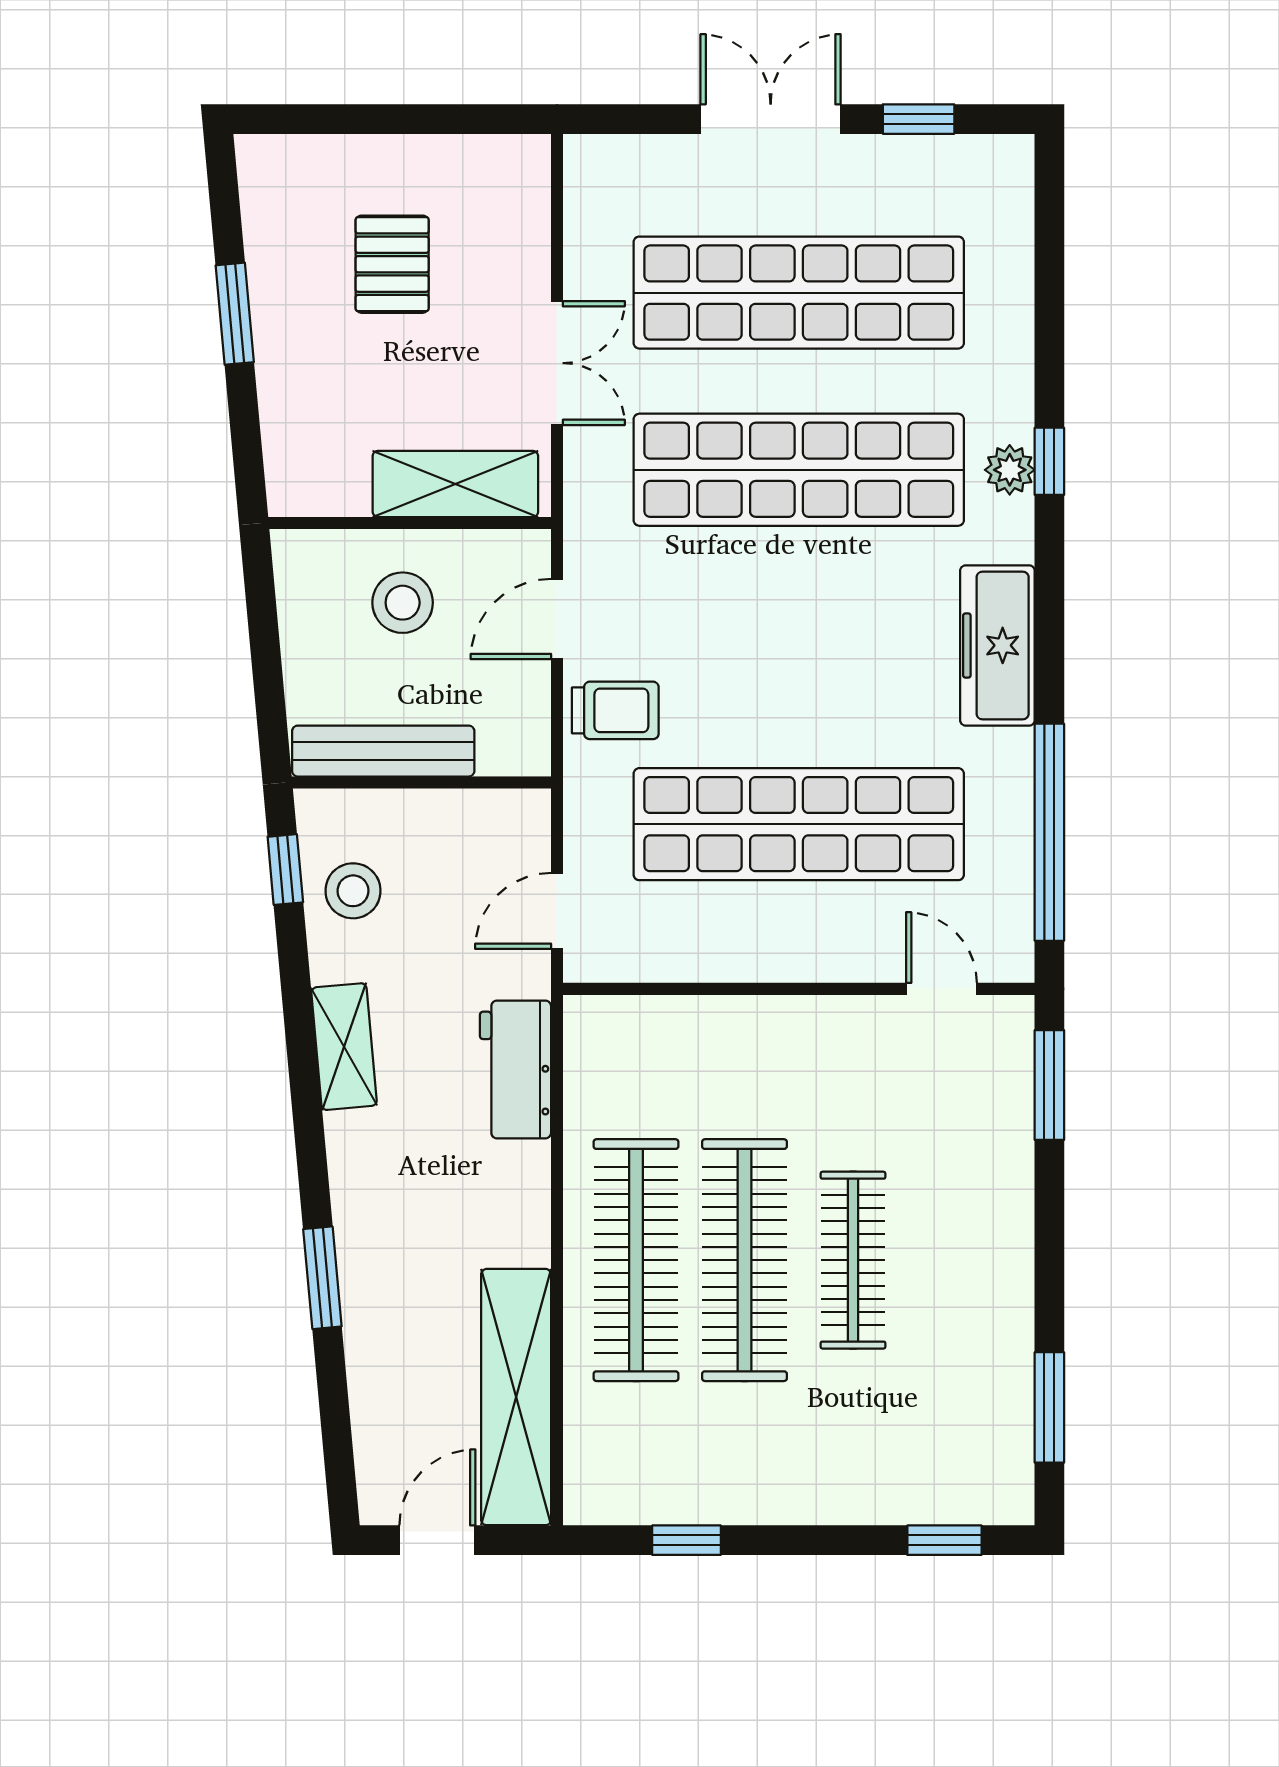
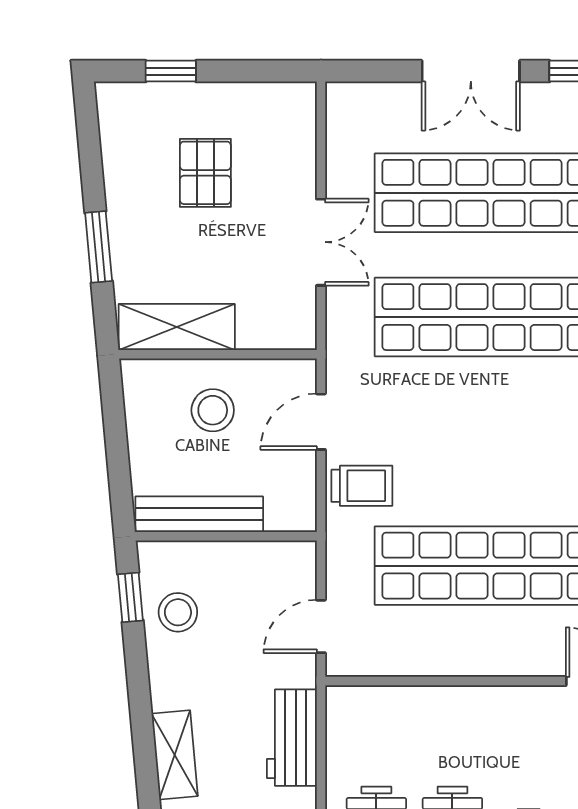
window: (343, 119) -> (171, 71), added
double door: (771, 119) -> (471, 71), swing flipped
window: (235, 314) -> (99, 247), moved
shelving: (455, 484) -> (177, 327), moved
shelving: (344, 1047) -> (175, 755), moved

